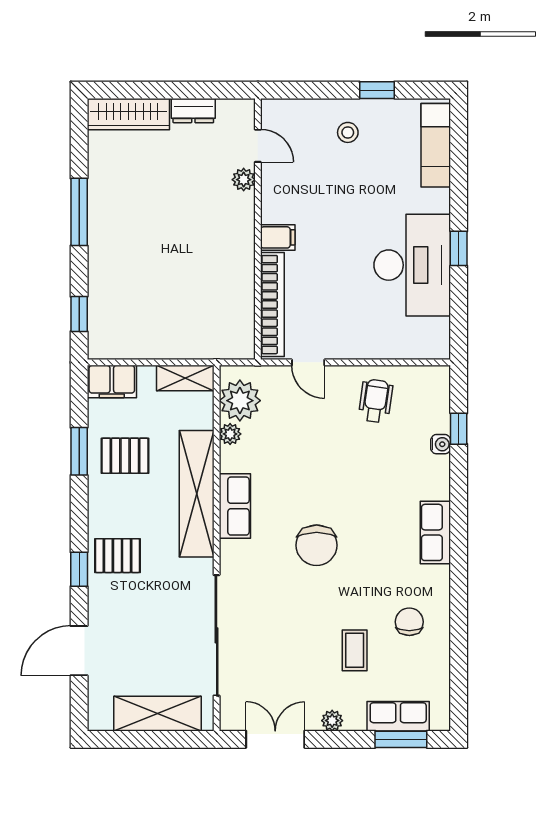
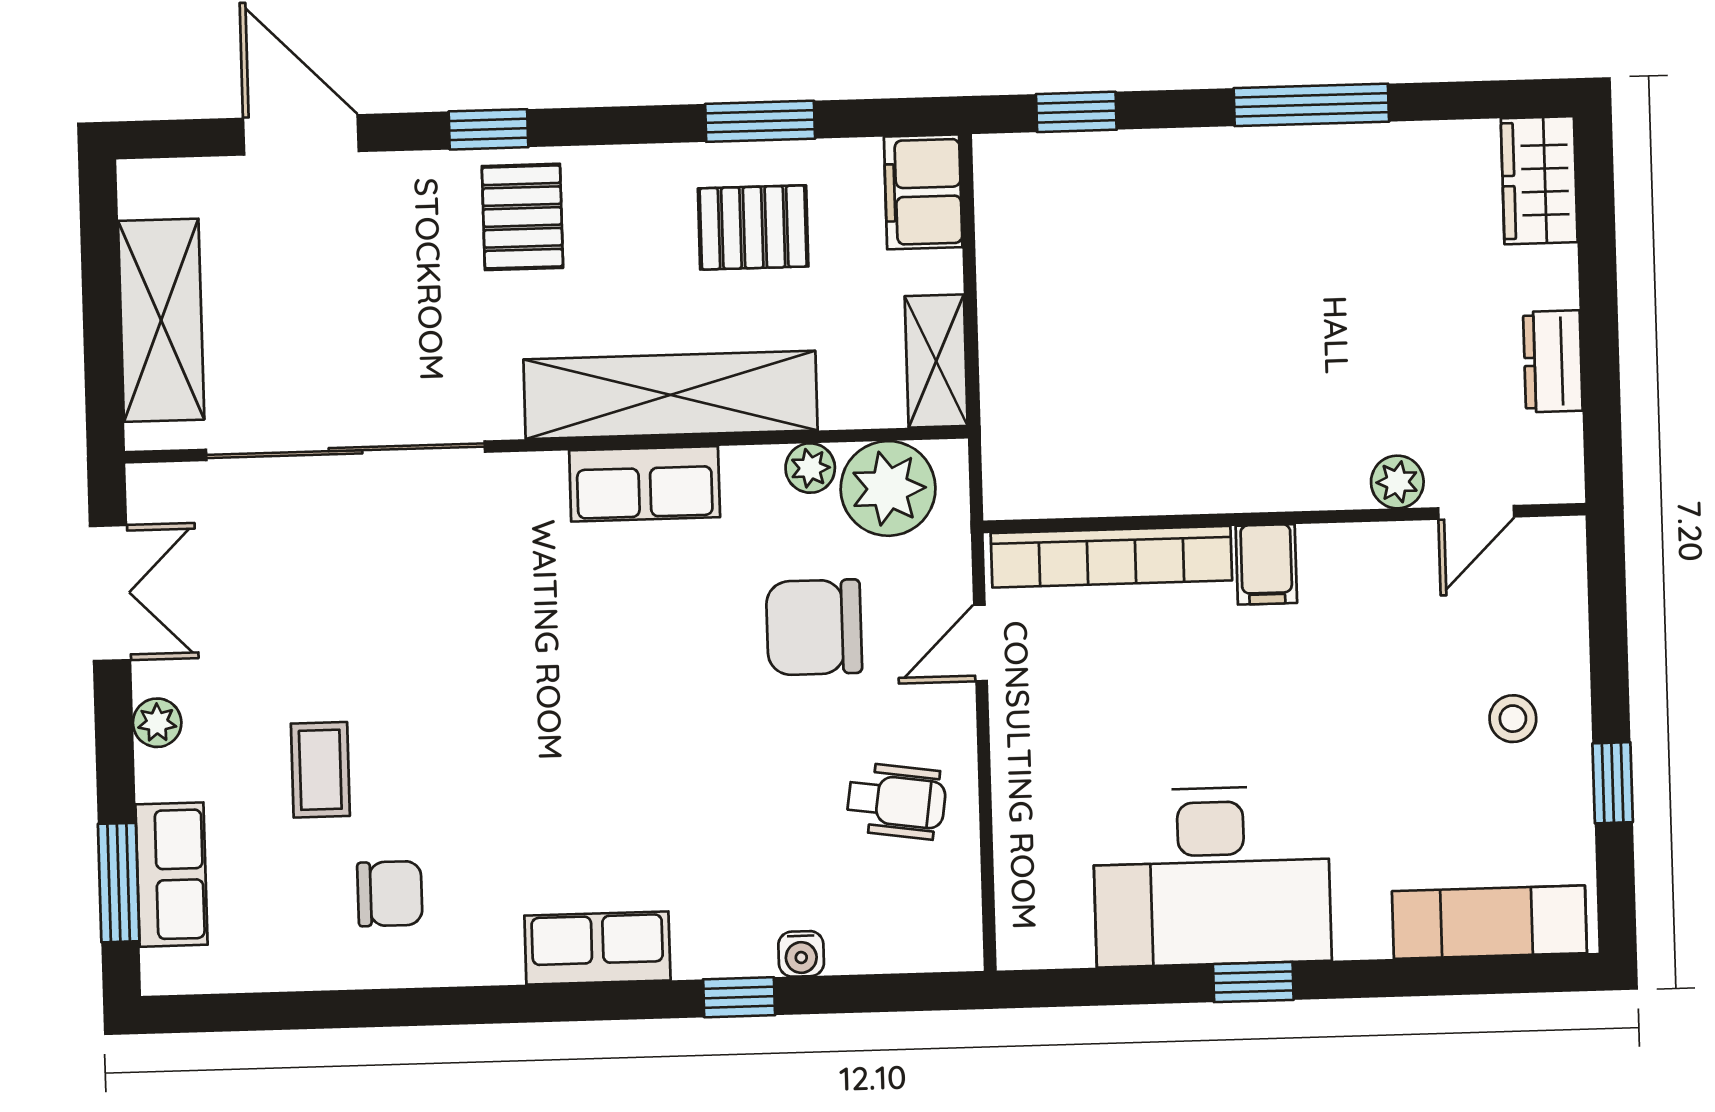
wardrobe: (128, 114) -> (1539, 180), width x0.67
window: (459, 429) -> (739, 997), moved
pallet: (125, 456) -> (753, 227), turned 90
chair: (317, 545) -> (814, 627), moved
coffee table: (355, 650) -> (320, 770), turned 90

